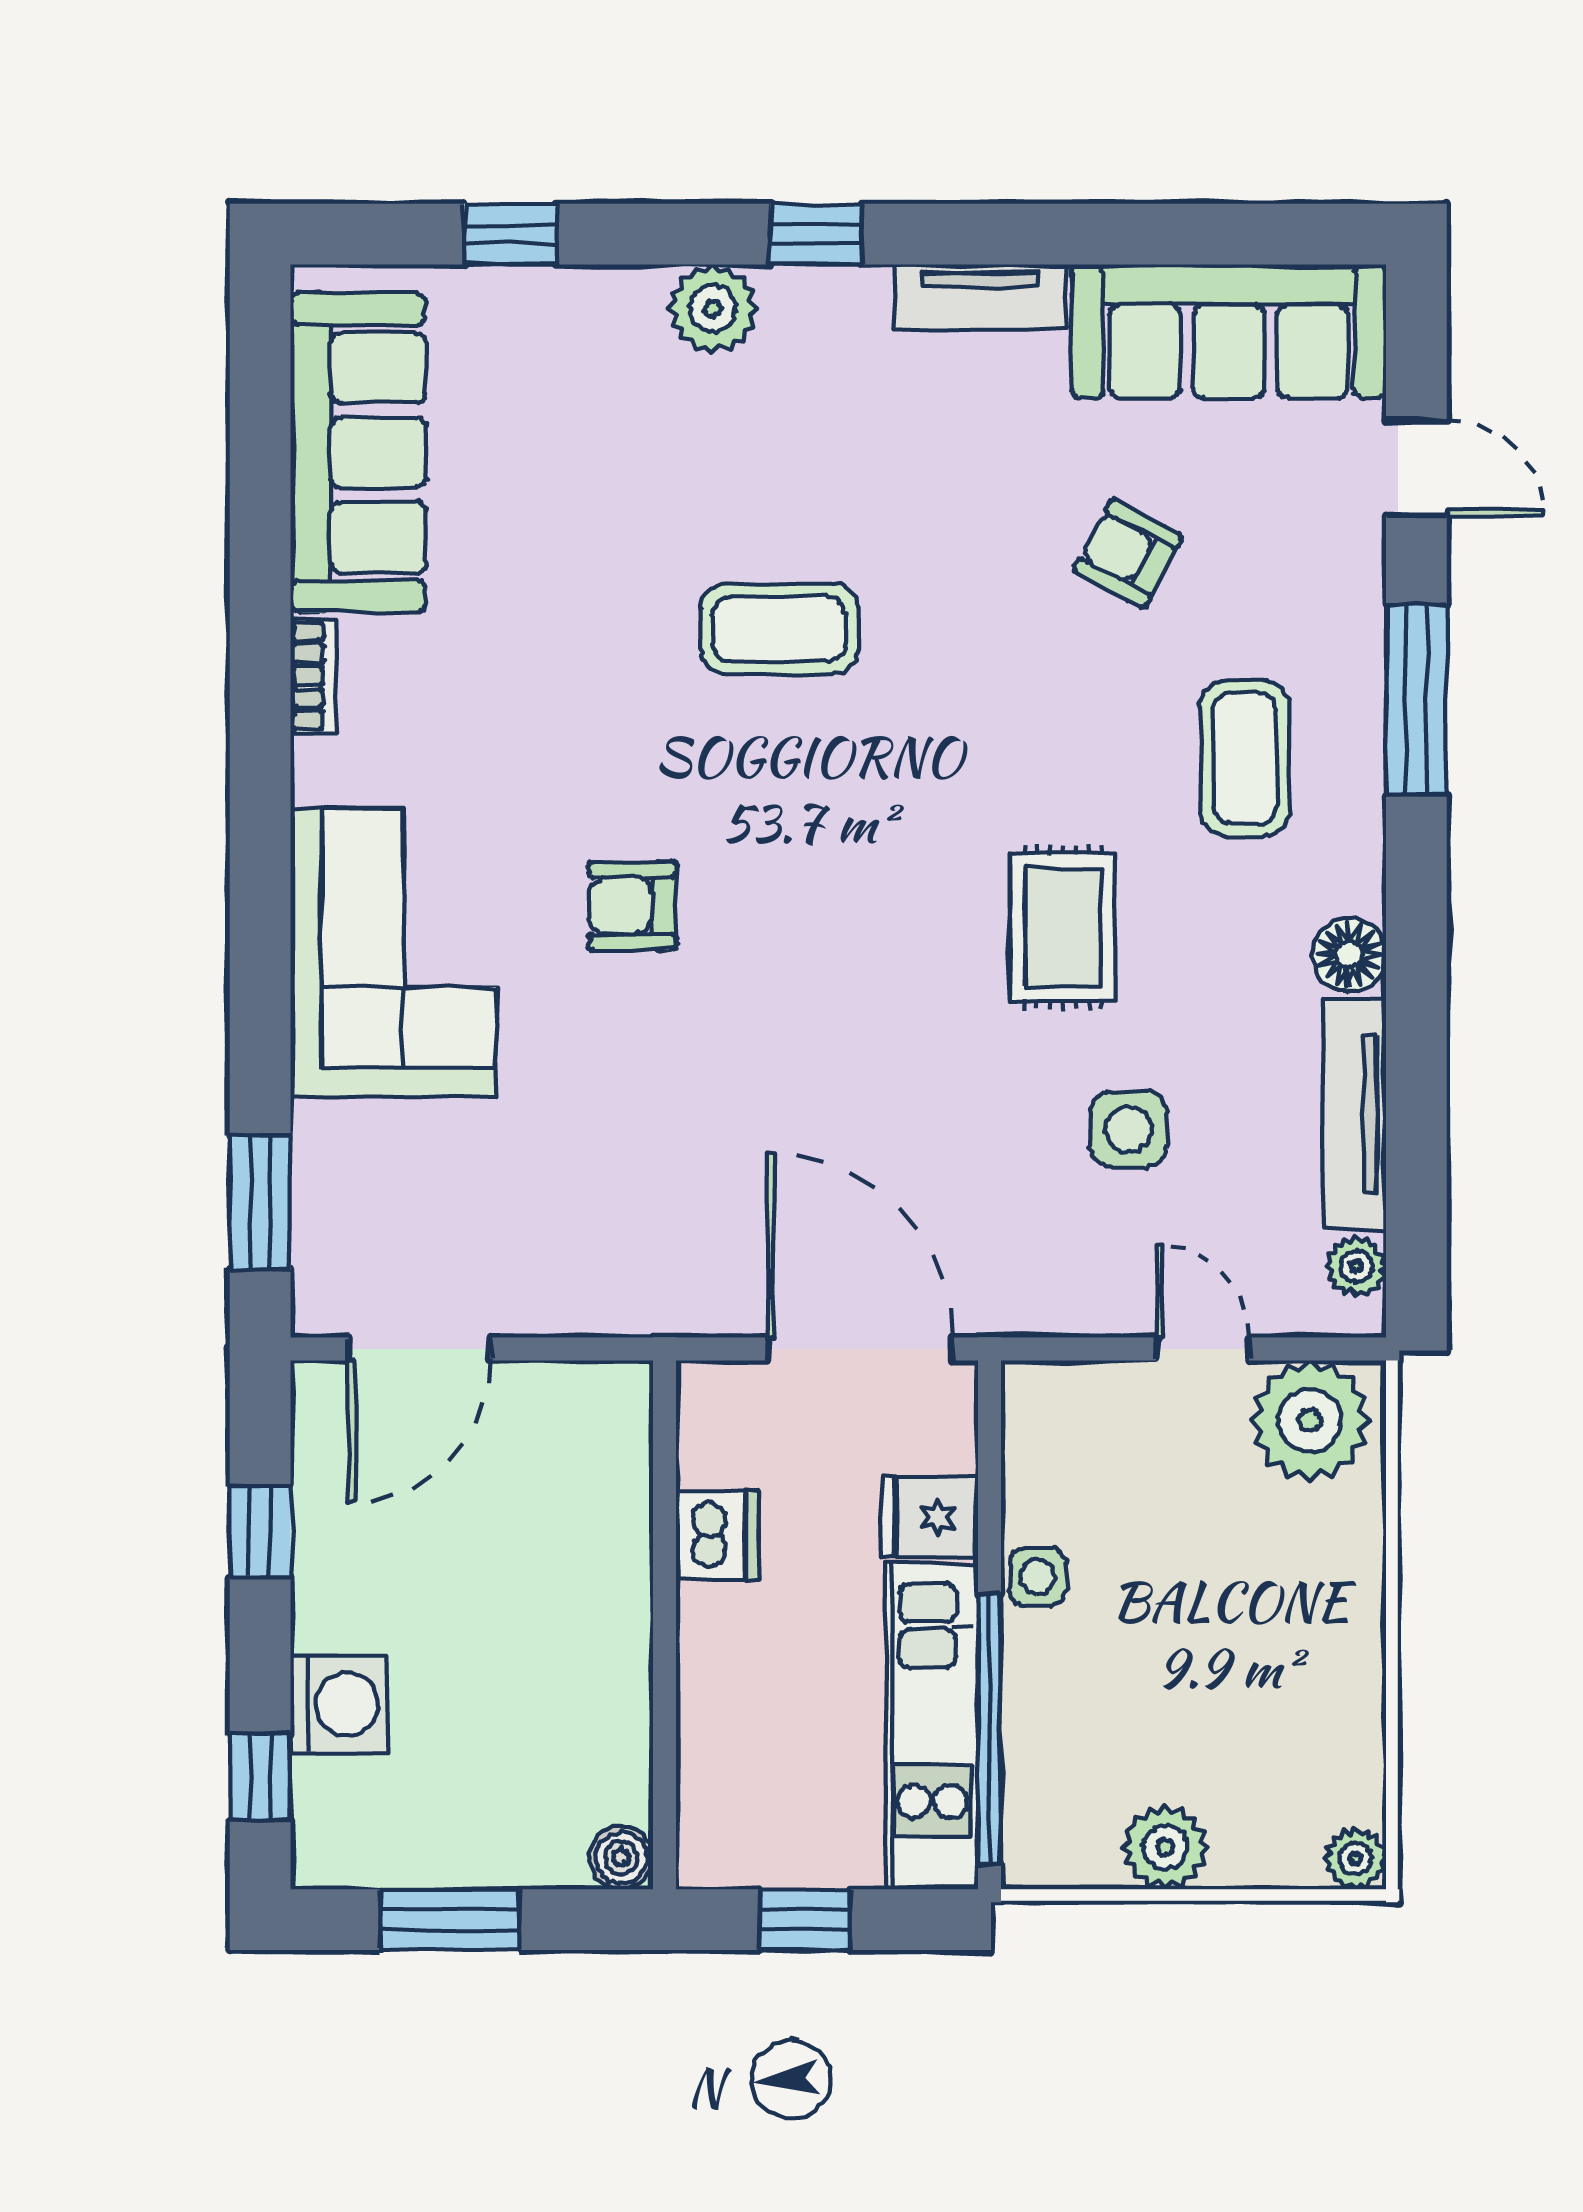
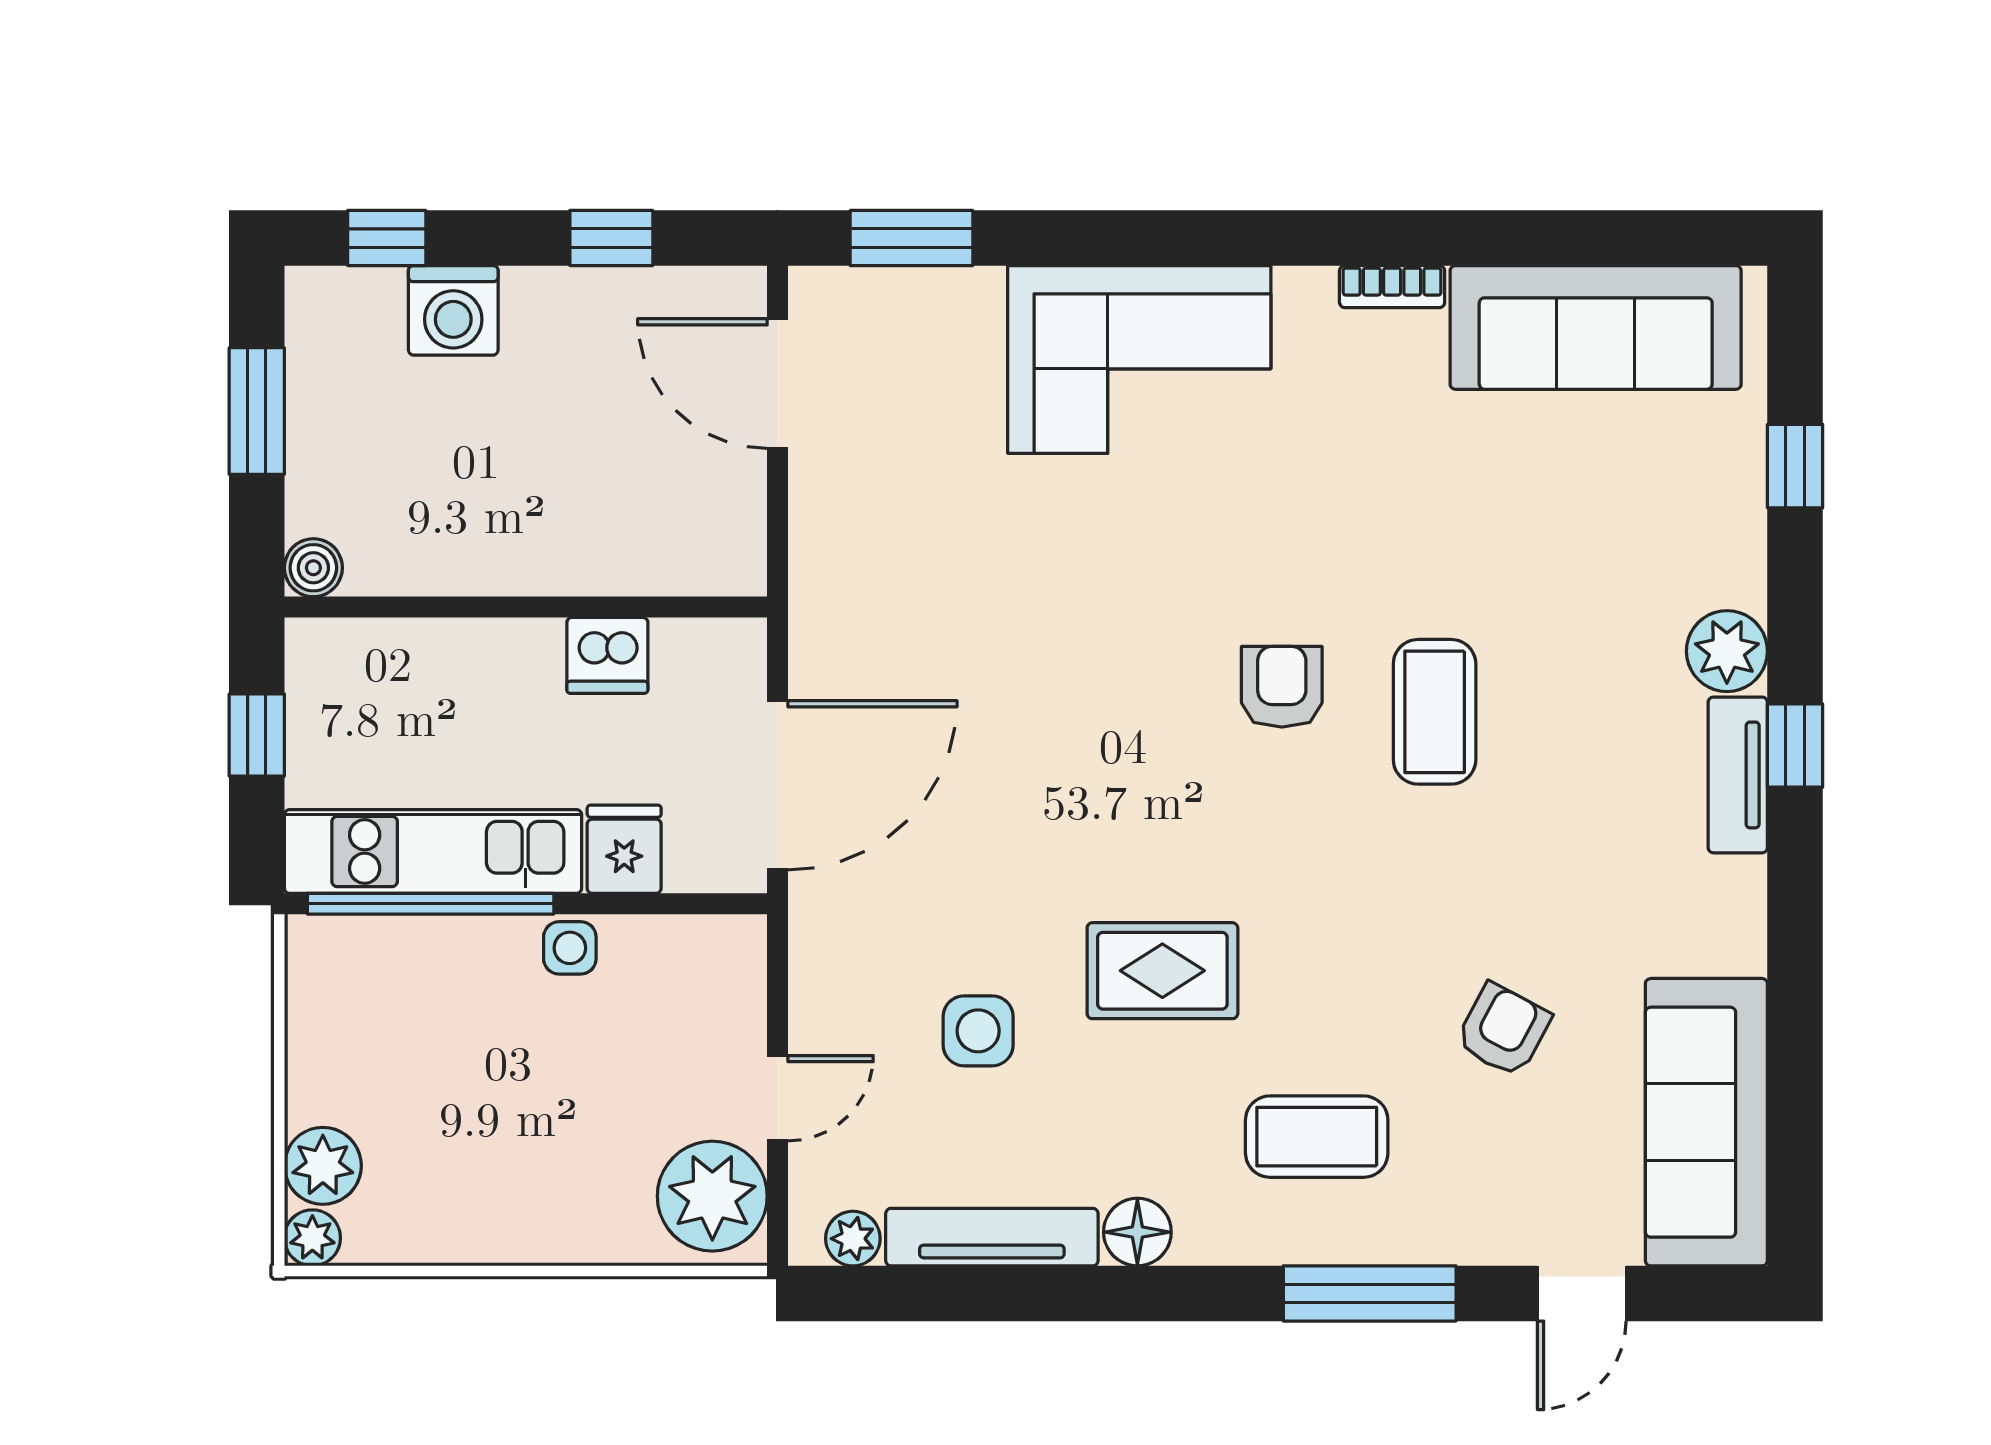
tv unit: (980, 297) -> (1738, 775), moved
armchair: (632, 906) -> (1282, 687), moved
plant: (1165, 1847) -> (323, 1166), moved

